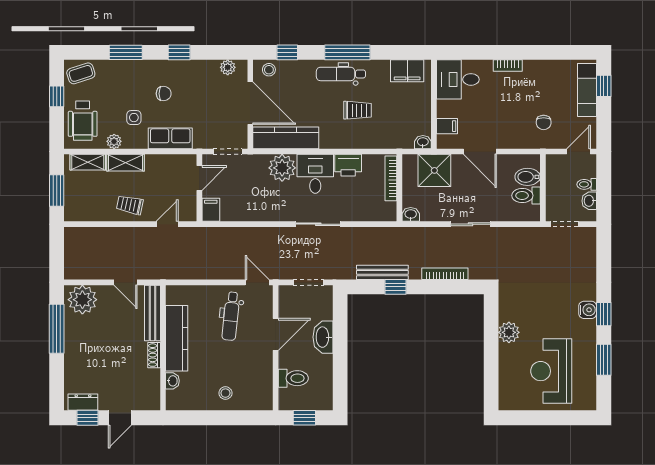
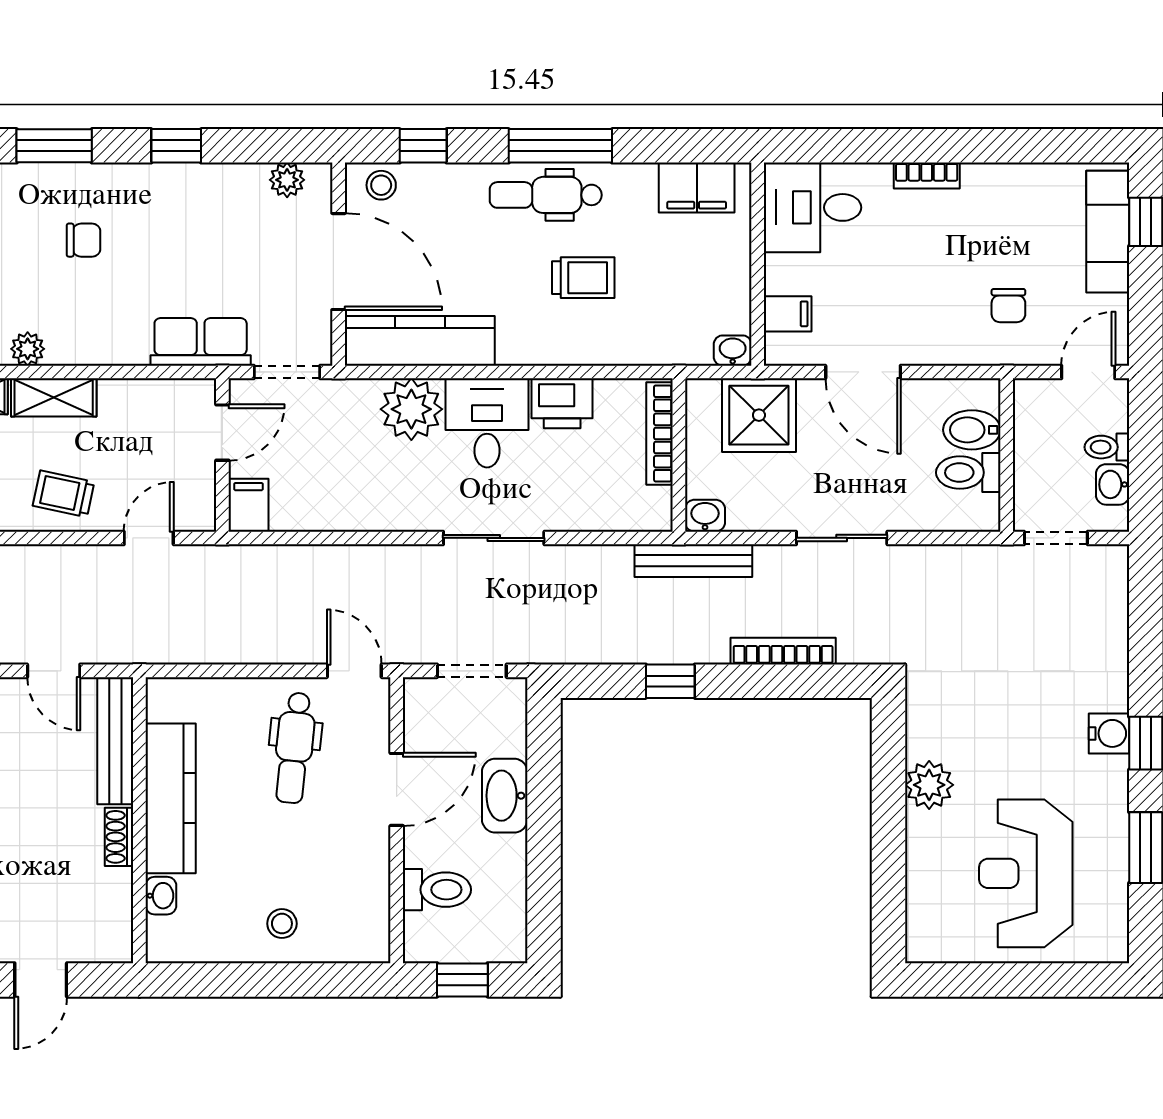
chair: (164, 94) -> (84, 240), moved
side table: (134, 118) -> (73, 294), removed
row of seats: (170, 138) -> (201, 342), moved
bench: (382, 272) -> (693, 561), moved

